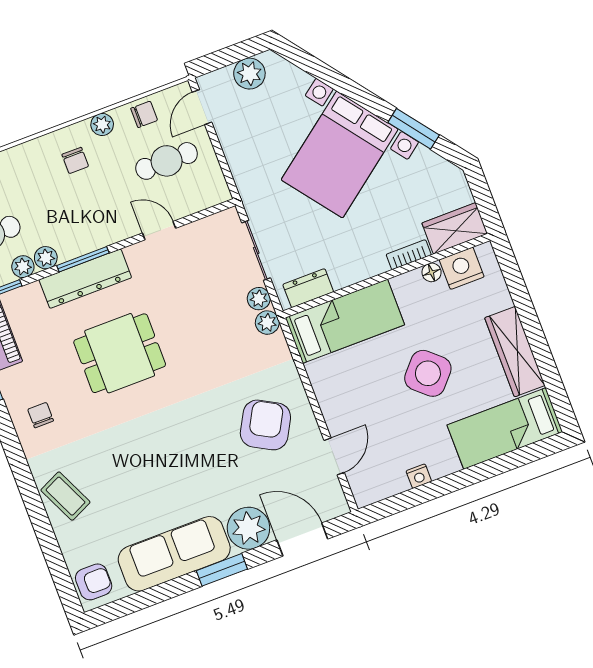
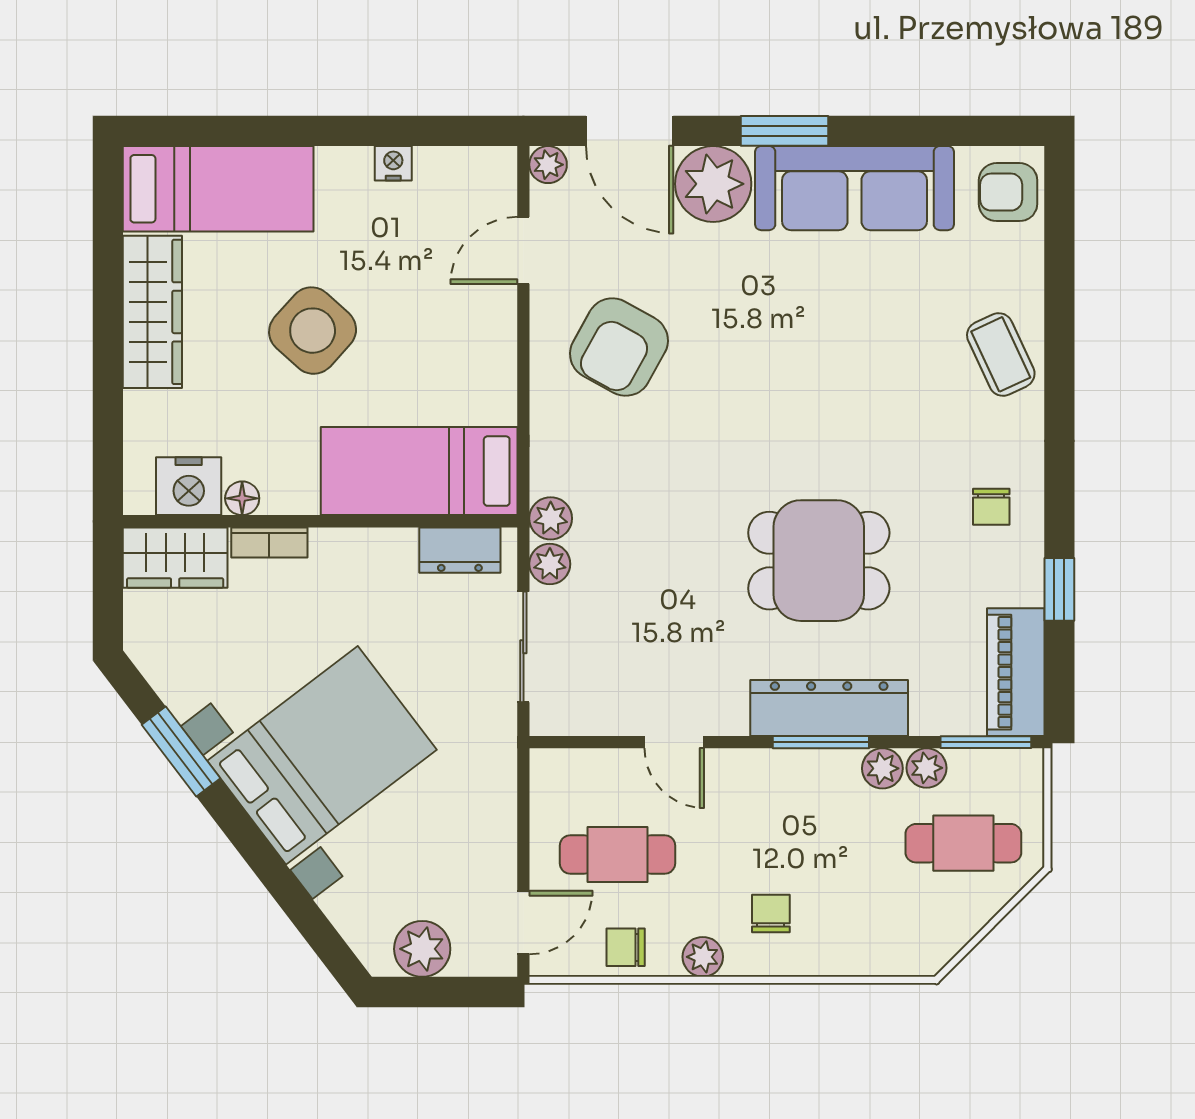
plant: (338, 506) -> (548, 165), added

